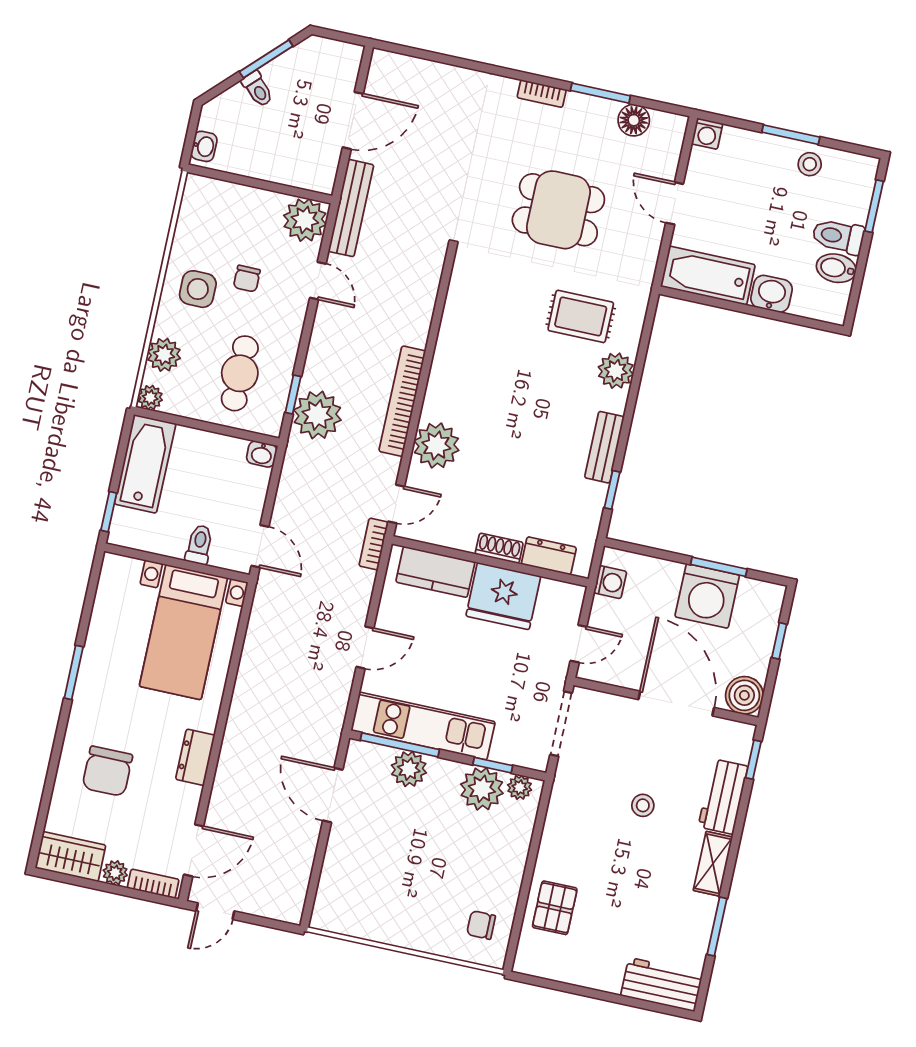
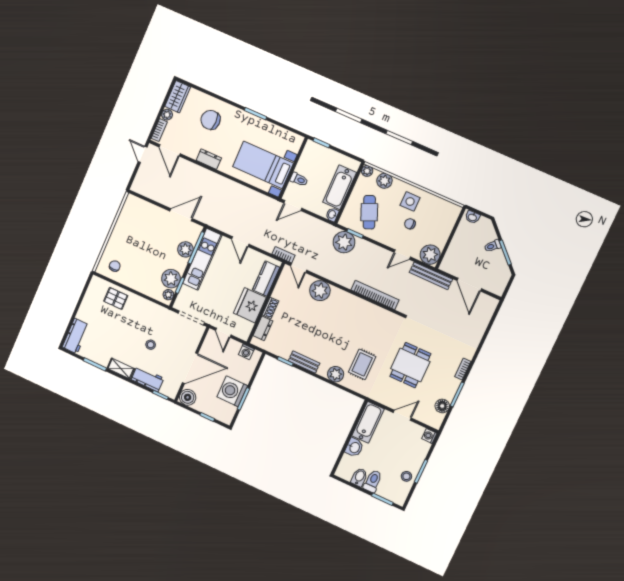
cafe table: (240, 373) -> (369, 212), turned 67
bookcase: (402, 401) -> (375, 295), moved
bathtub: (145, 464) -> (340, 187), moved, turned 90

